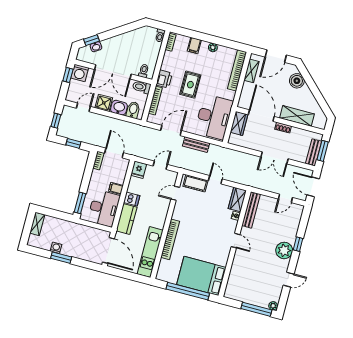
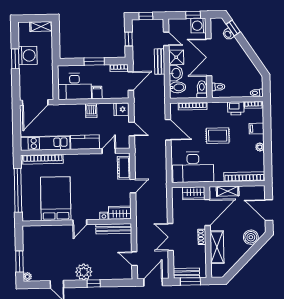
shelving: (251, 71) -> (228, 191), moved
printer: (164, 79) -> (236, 108), moved
bench: (196, 145) -> (159, 61), moved
door: (175, 193) -> (109, 151), hinge flipped
window: (80, 203) -> (94, 61), moved
kitchen counter: (126, 219) -> (85, 142), moved, turned 180
bookcase: (170, 239) -> (43, 159), moved
washing machine: (56, 248) -> (28, 55), width x1.89, depth x1.89
bed: (201, 276) -> (56, 199), moved
window: (256, 309) -> (19, 261), width x0.69

